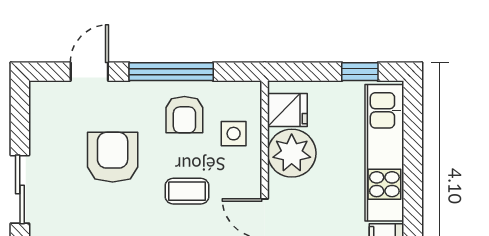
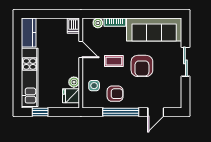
armchair: (184, 115) -> (115, 94), turned 90
plant: (292, 153) -> (74, 82), width x0.53, depth x0.53
armchair: (113, 157) -> (142, 66), moved

